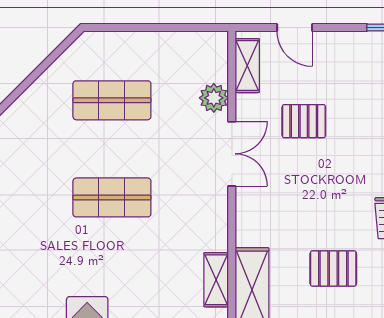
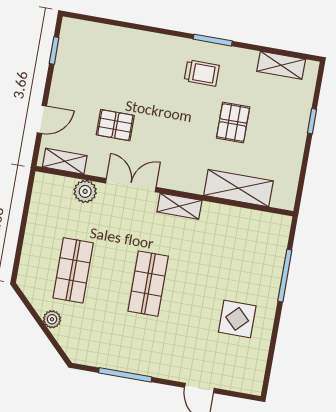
plant: (46, 85) -> (52, 319), added
pallet: (304, 121) -> (115, 125), turned 90
shelving: (216, 280) -> (179, 206), moved

